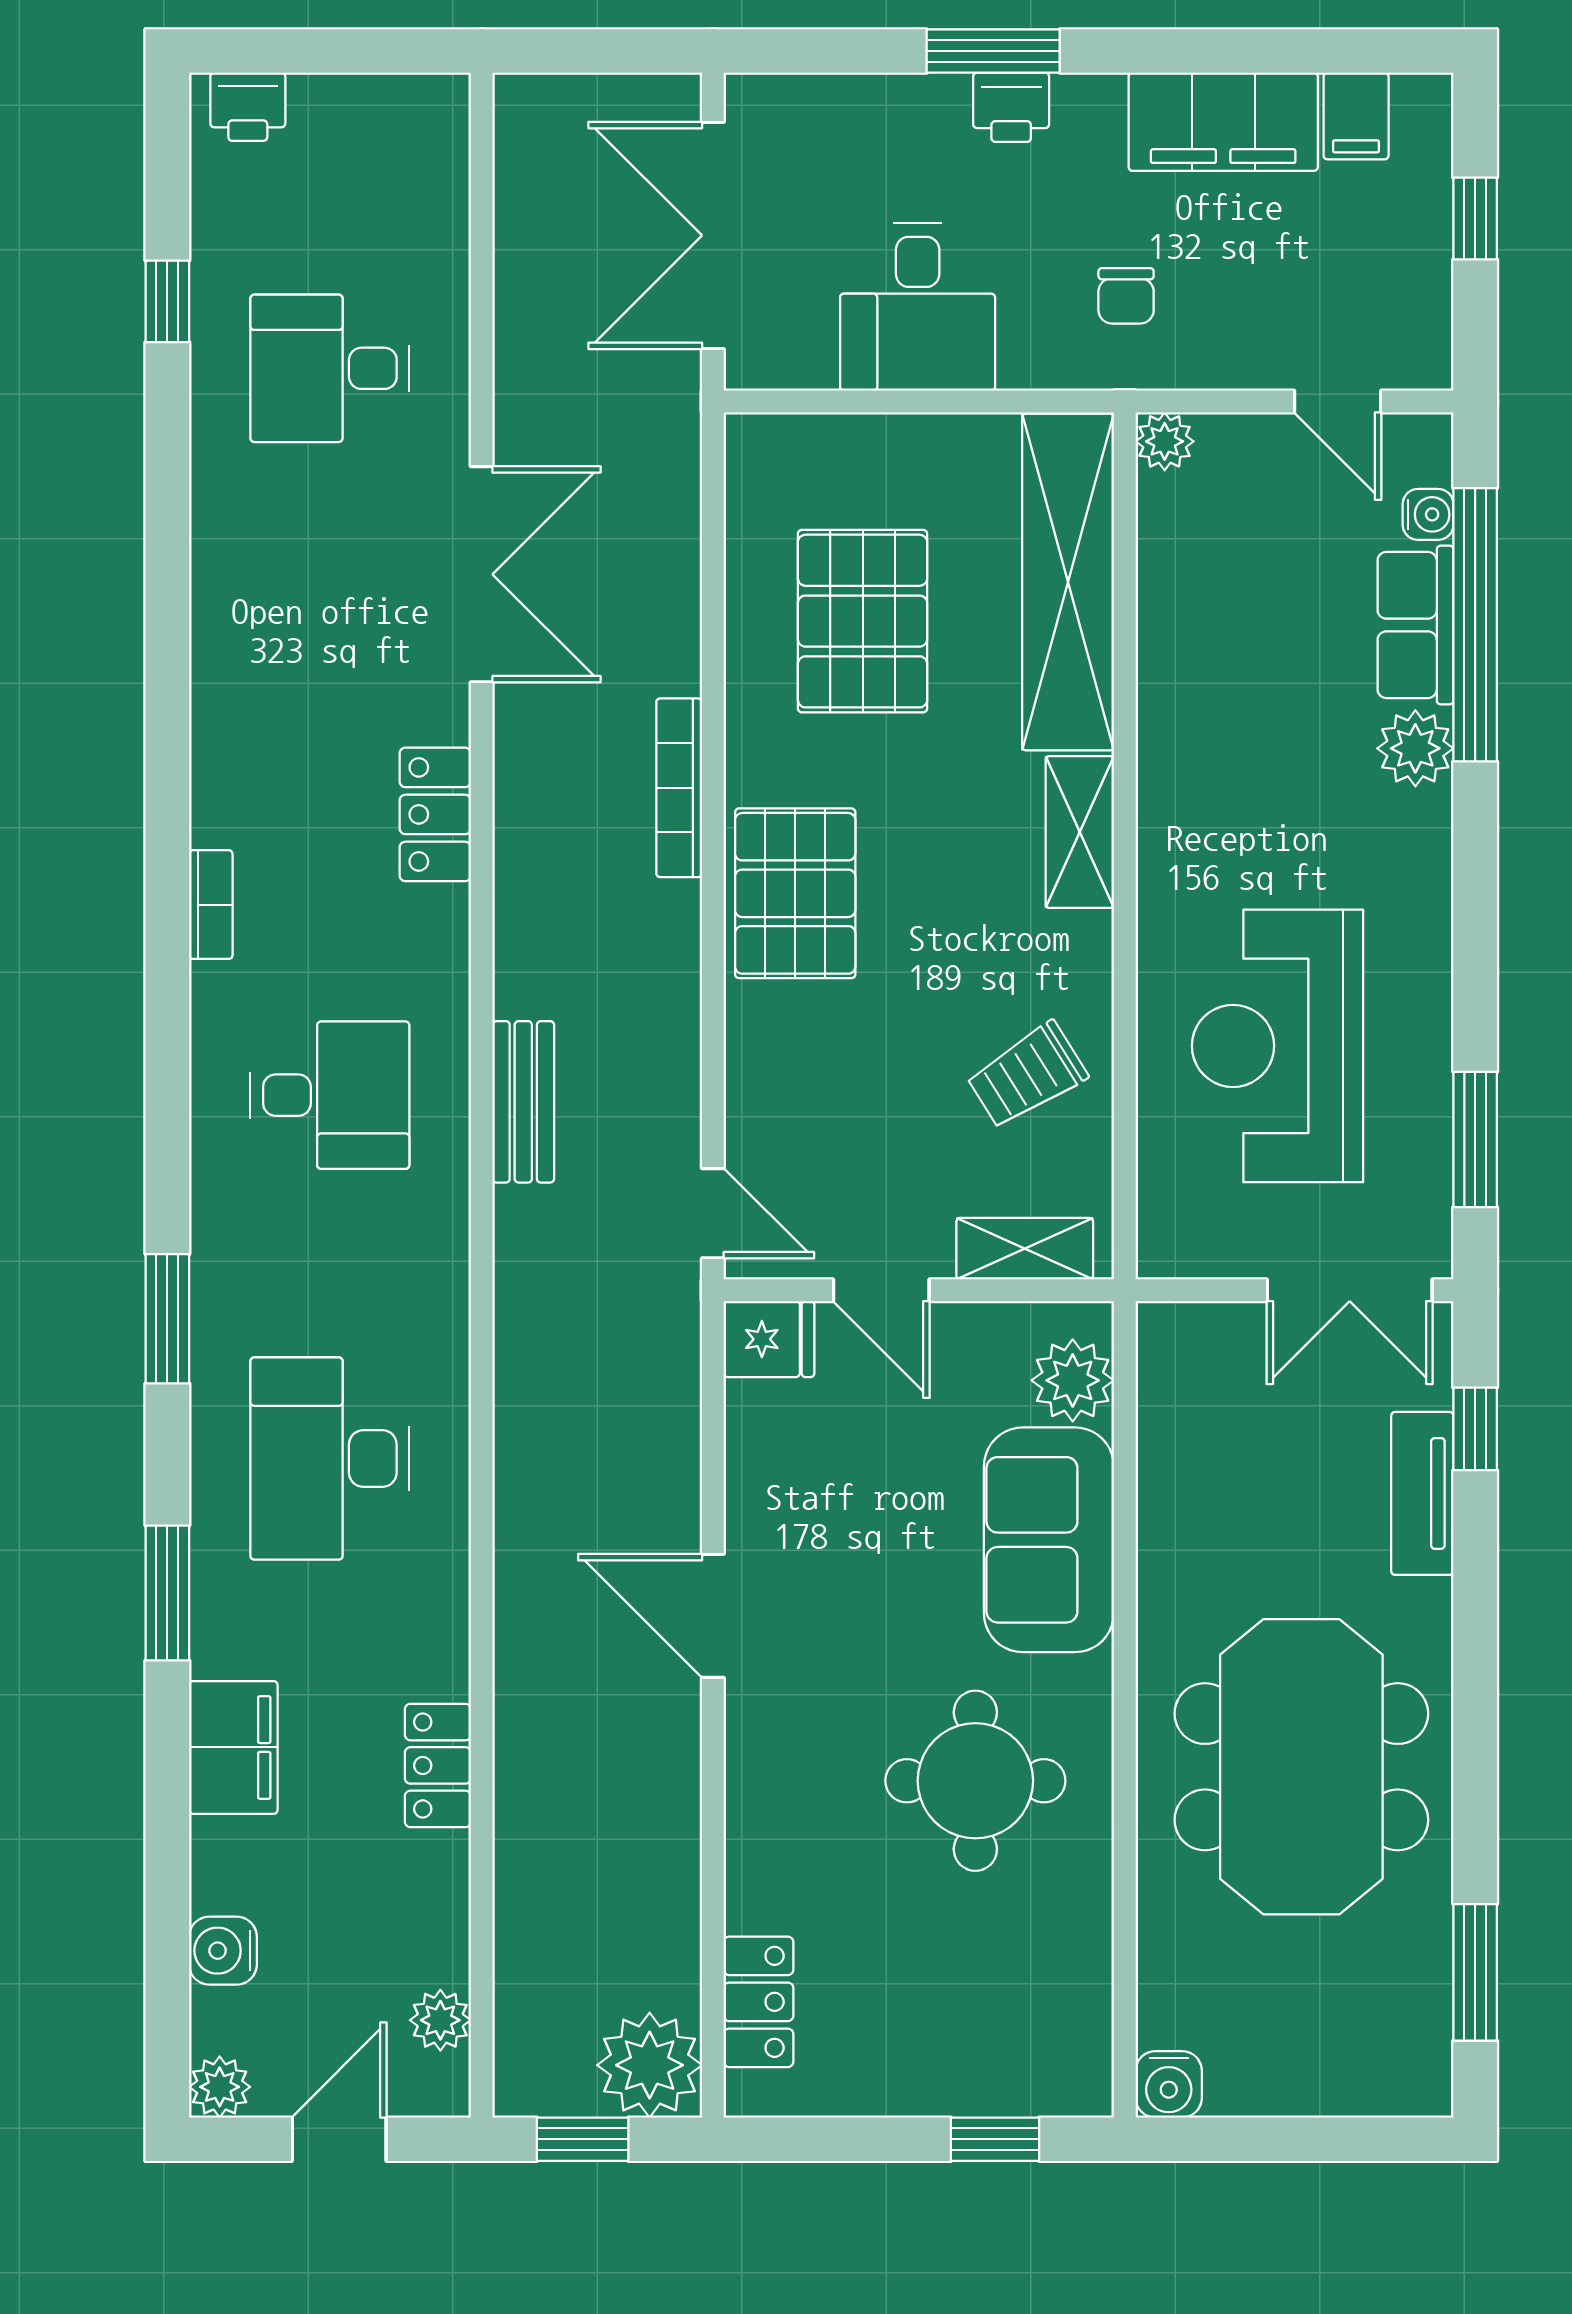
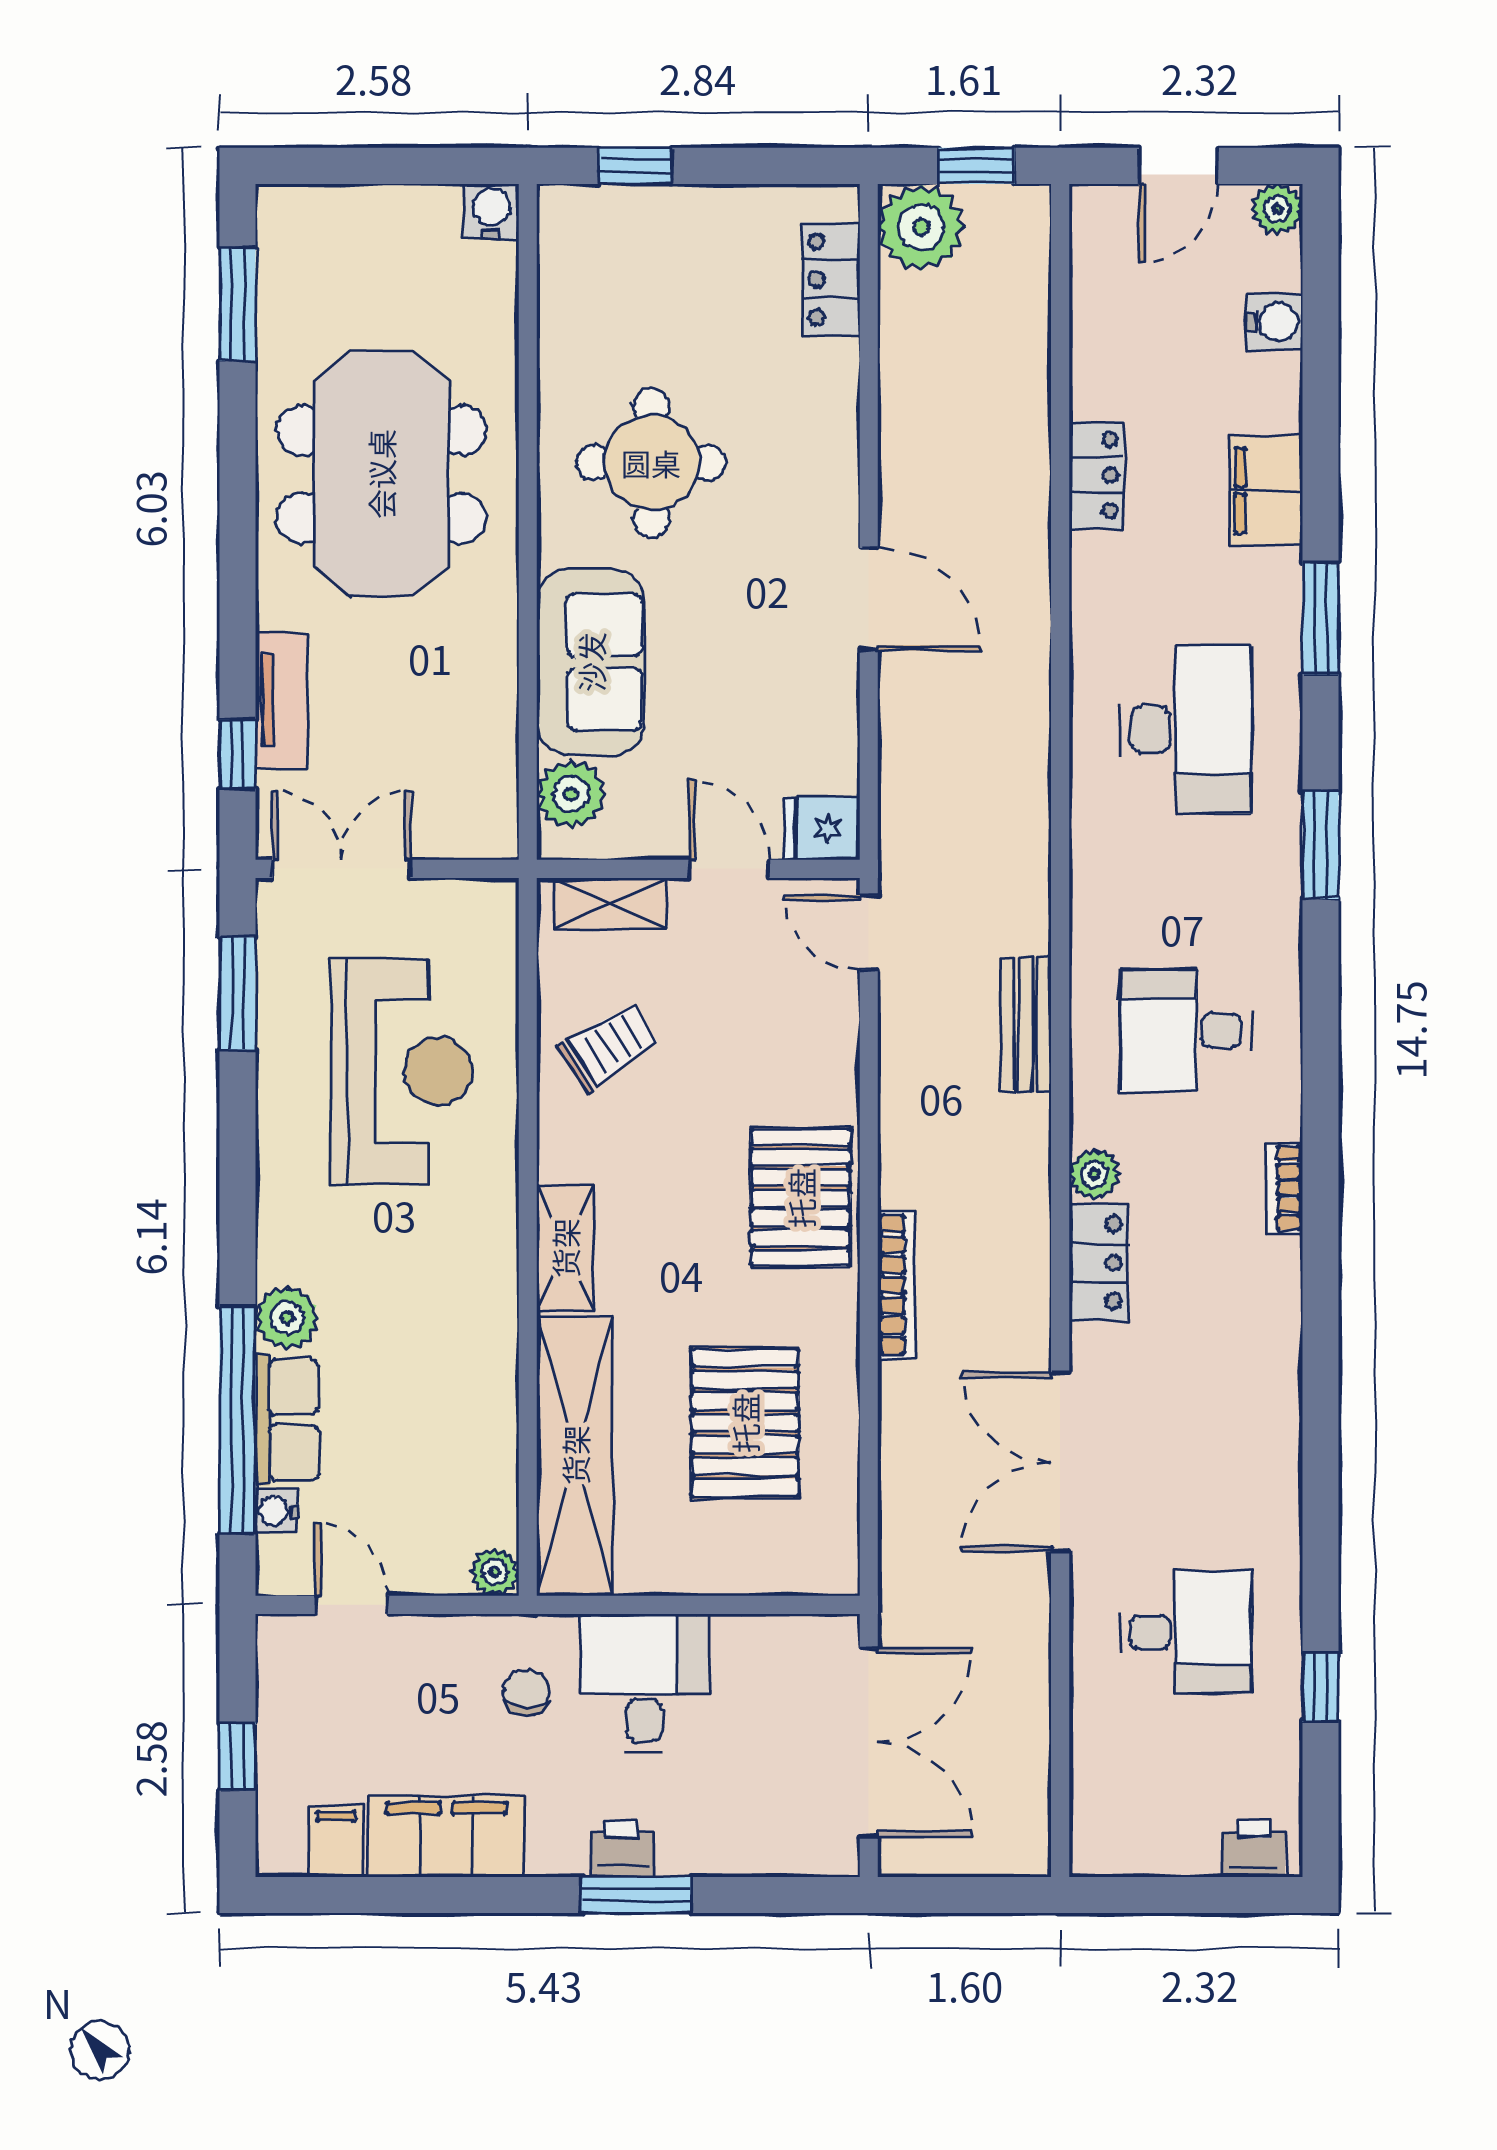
desk: (918, 307) -> (644, 1683), moved
plant: (440, 2020) -> (1094, 1174), moved

